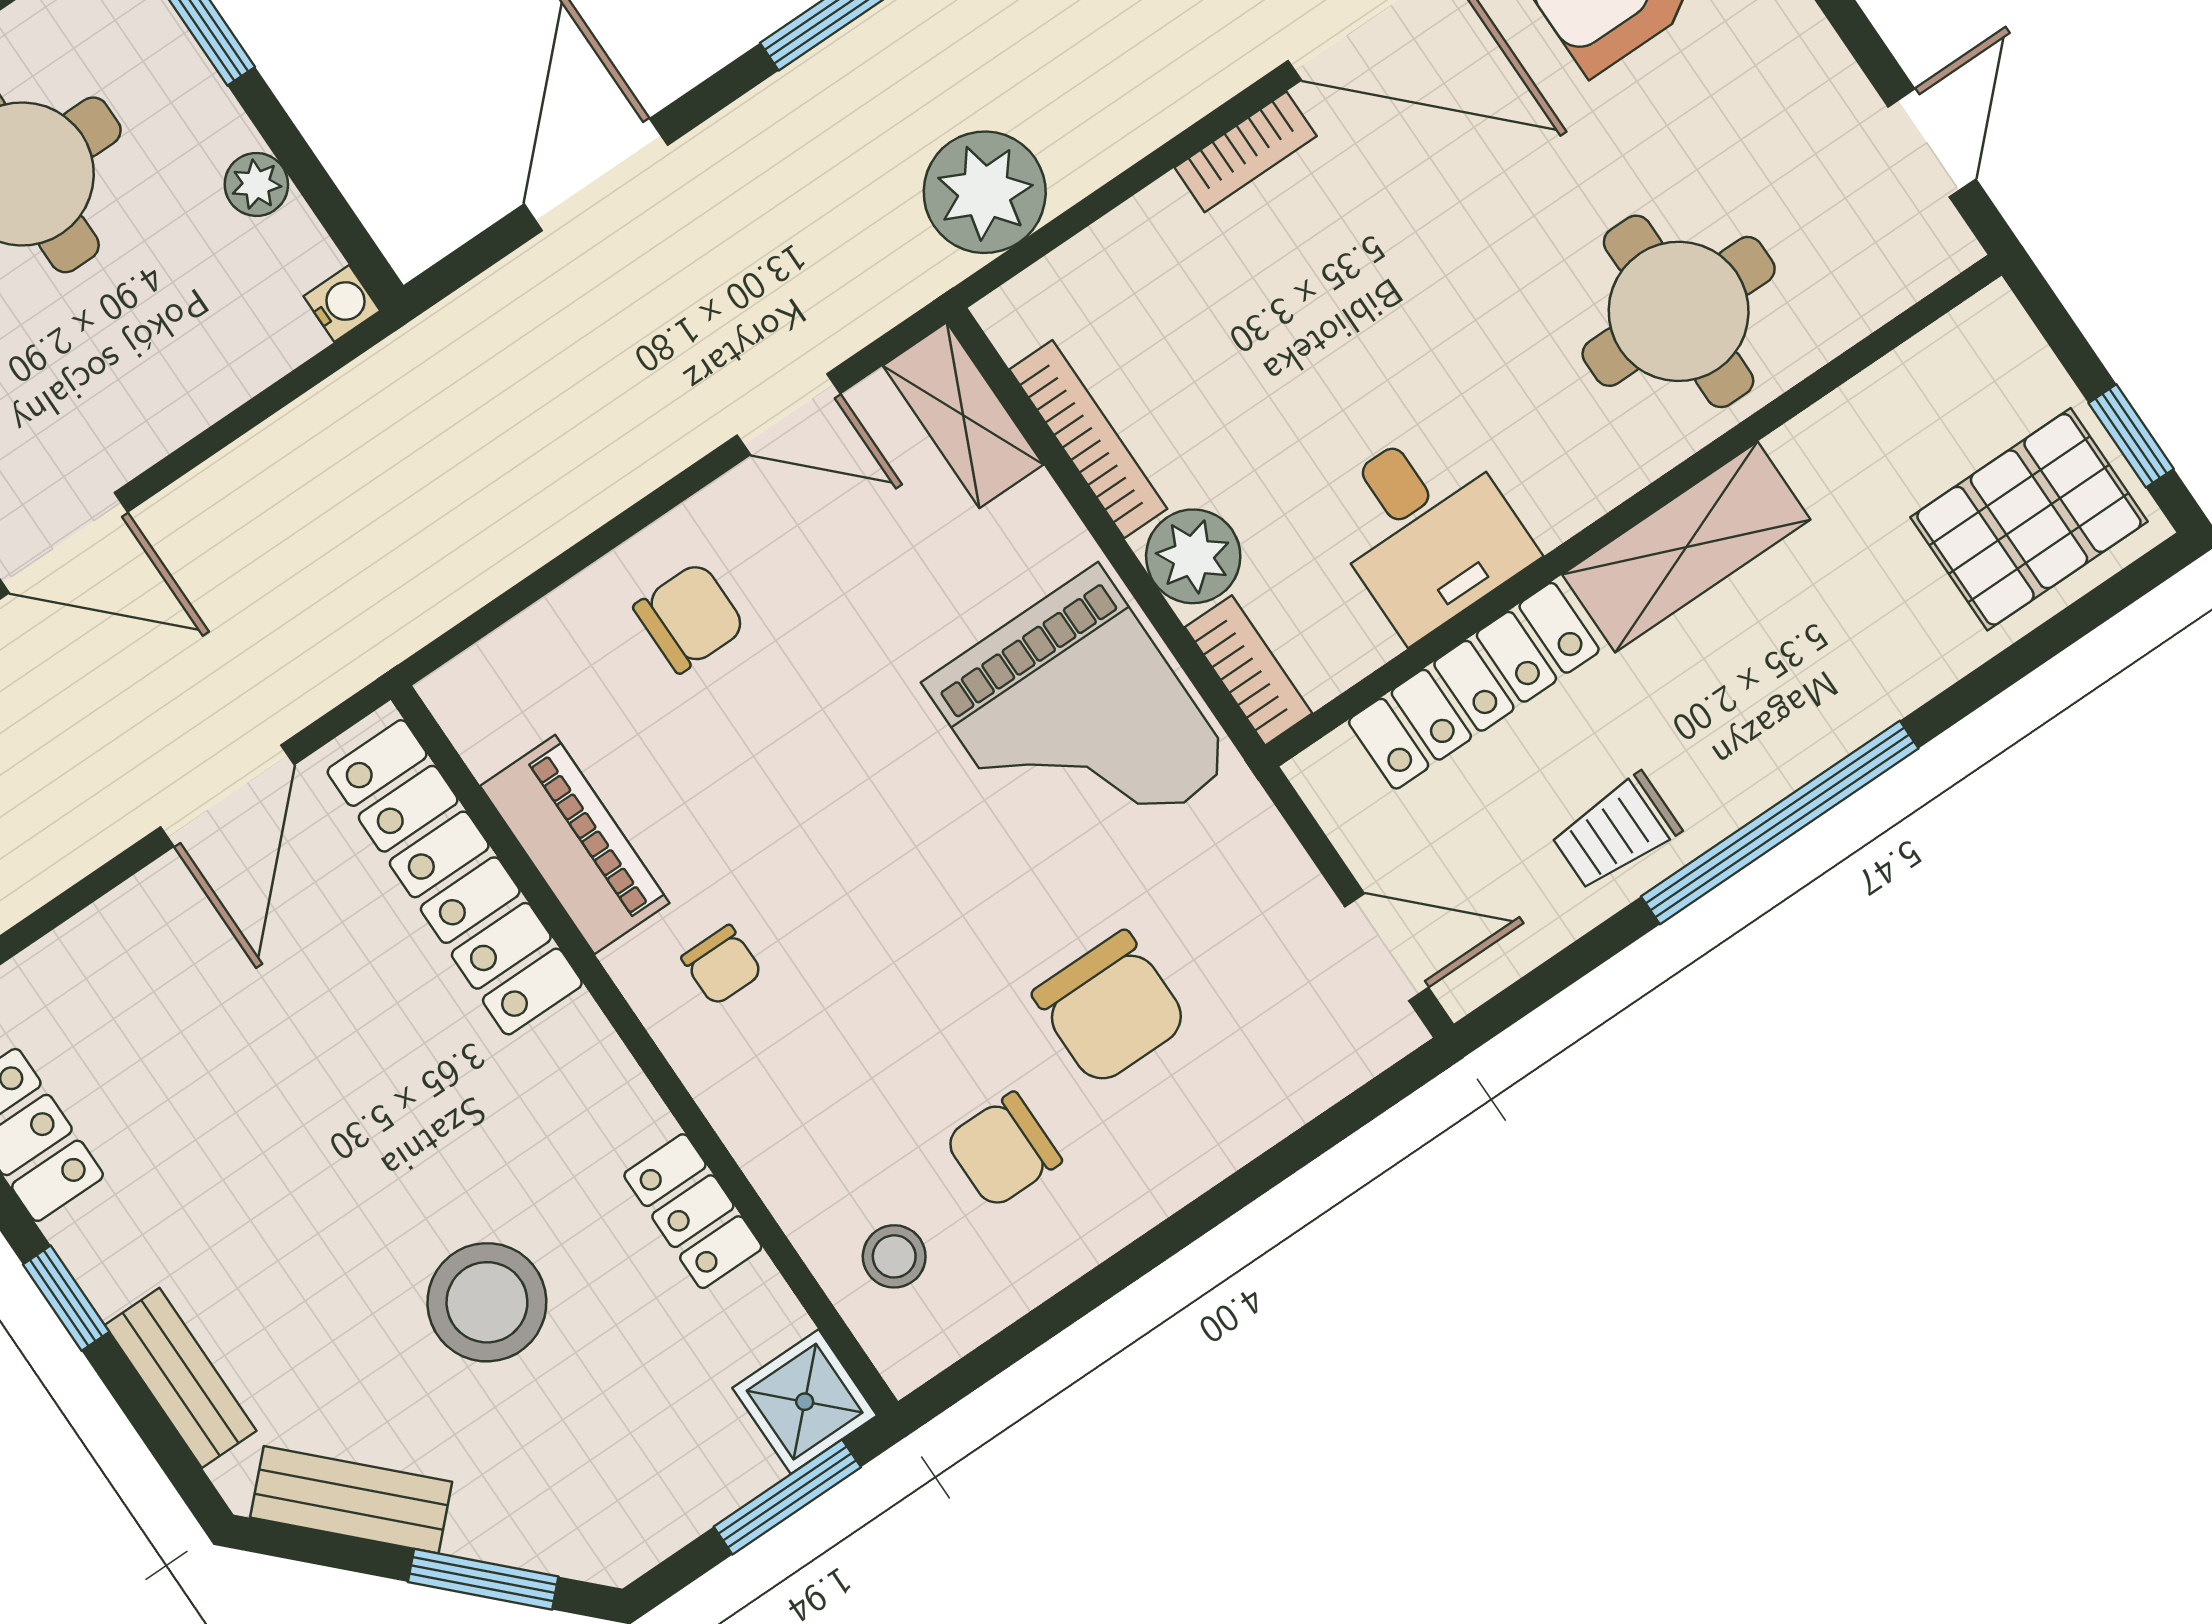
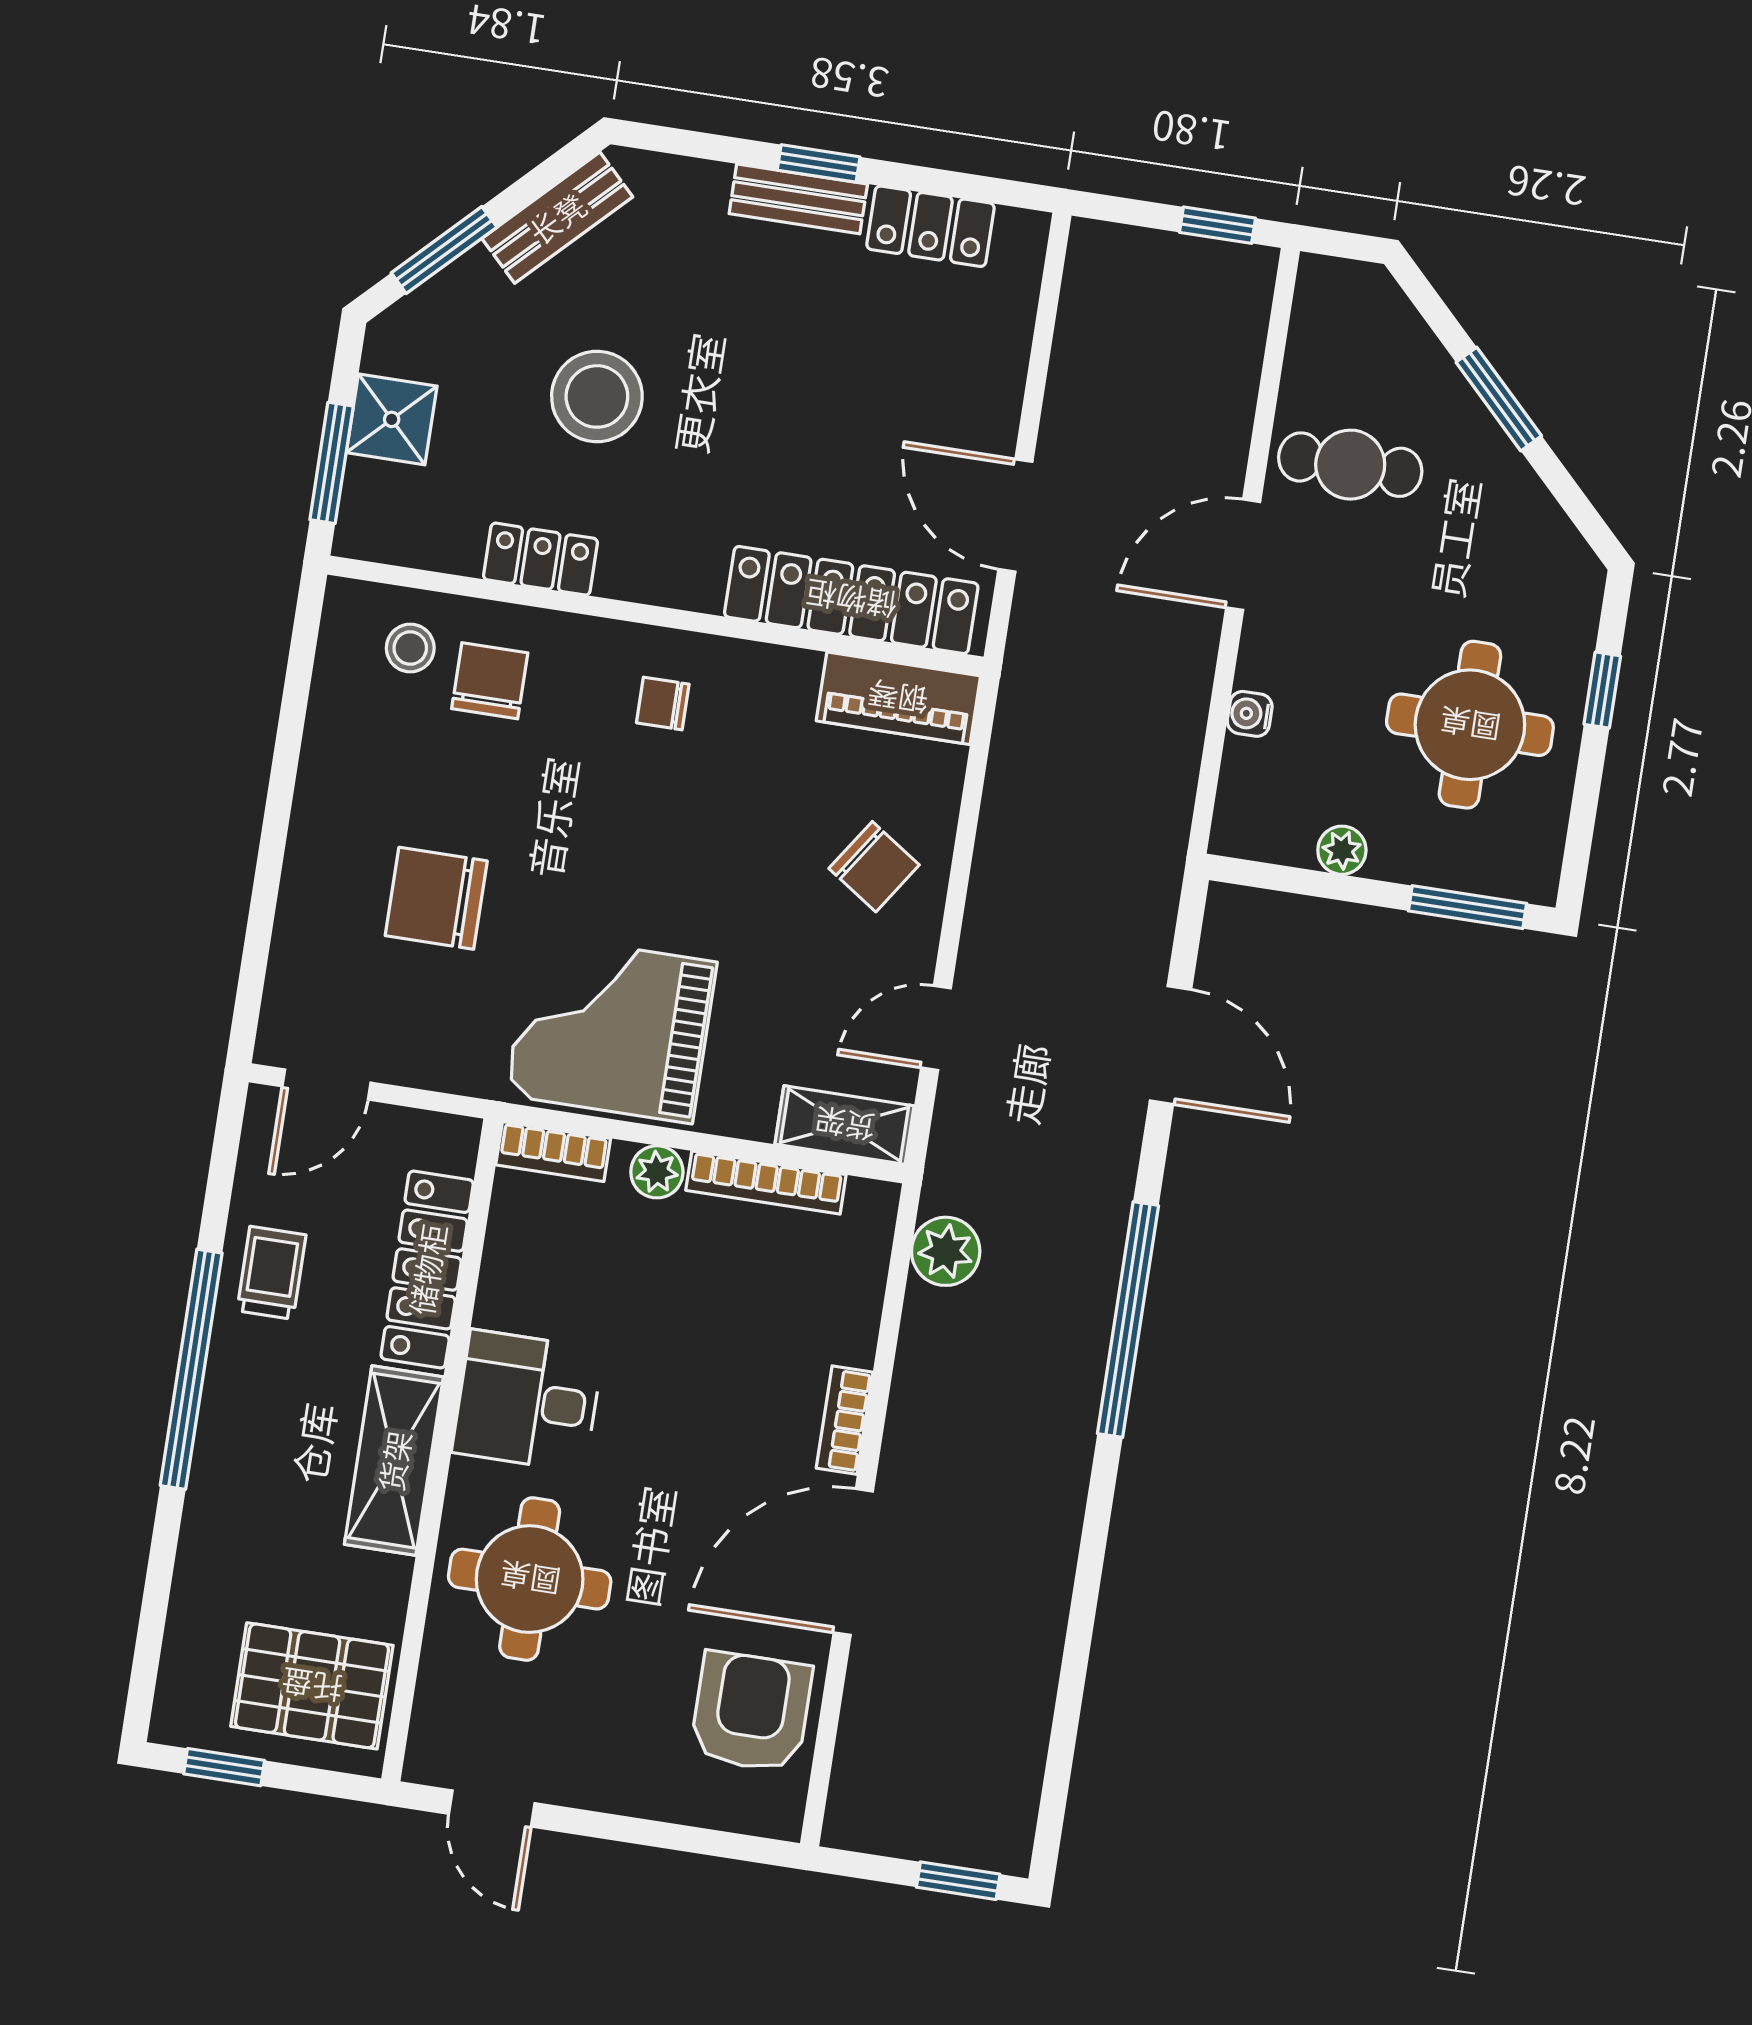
plant: (985, 192) -> (946, 1251), width x0.73, depth x0.73
water cooler: (342, 304) -> (1250, 714), moved, turned 90
pallet: (2029, 519) -> (312, 1686), moved, turned 90
desk: (1426, 529) -> (527, 1401), moved
plant: (1193, 556) -> (657, 1172), width x0.73, depth x0.73
chair: (690, 617) -> (874, 867), turned -56
piano: (575, 845) -> (898, 698), moved
chair: (1003, 1150) -> (490, 681), moved
bench: (181, 1378) -> (798, 199), moved
shower: (805, 1402) -> (392, 419), moved

